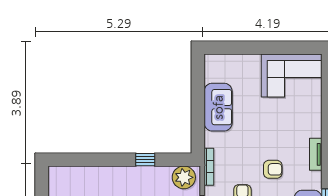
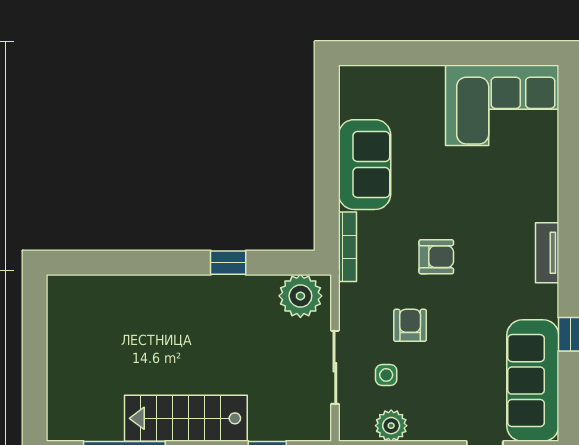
bookcase: (209, 167) -> (347, 247), moved
armchair: (273, 169) -> (436, 257), moved

